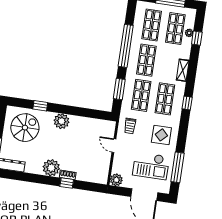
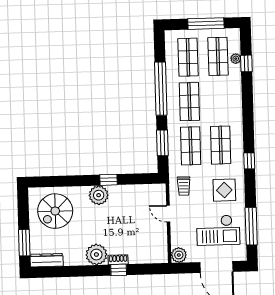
shelving: (183, 70) -> (236, 106), removed
window: (187, 103) -> (249, 161), moved
window: (40, 106) -> (108, 180), moved
spiral stairs: (25, 128) -> (55, 211), turned 180

